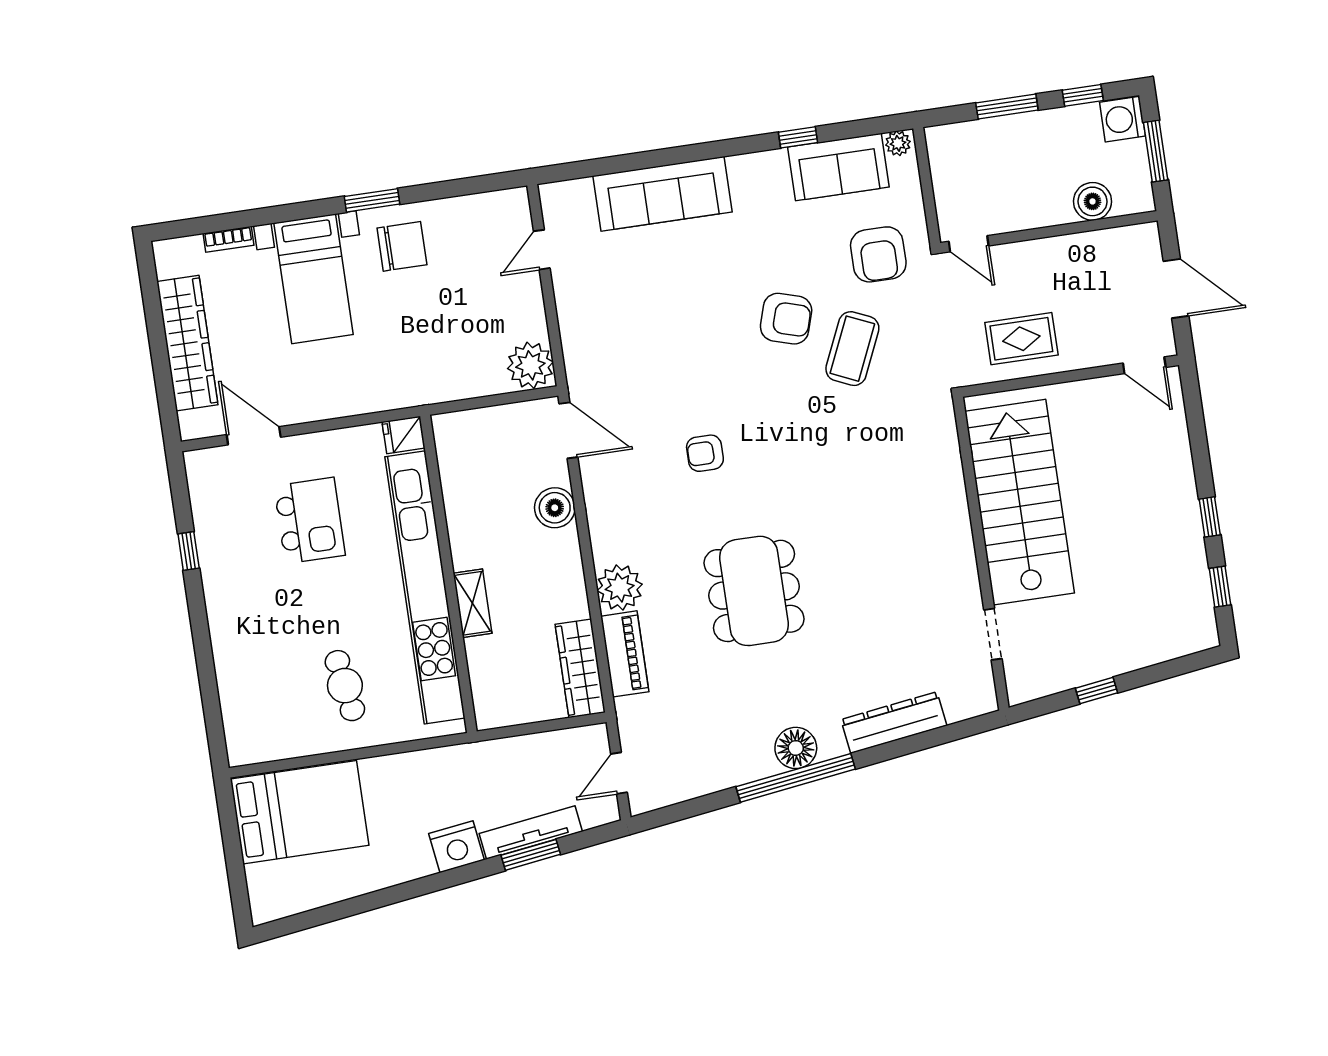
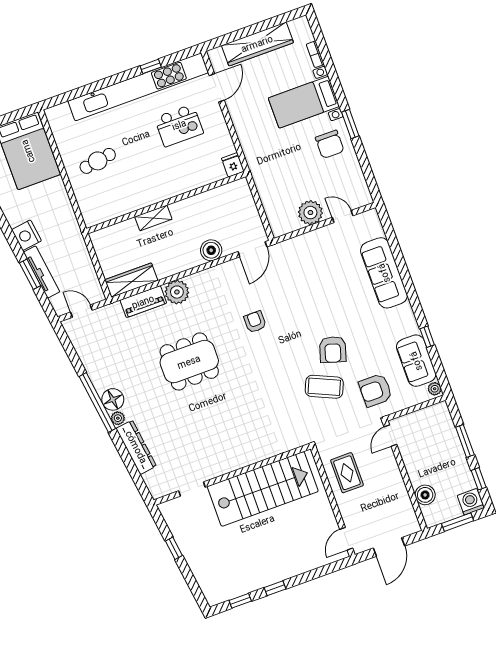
plant: (530, 365) -> (310, 213), moved
kitchen unit: (425, 587) -> (138, 87), moved, turned 180
plant: (833, 746) -> (118, 418), added

